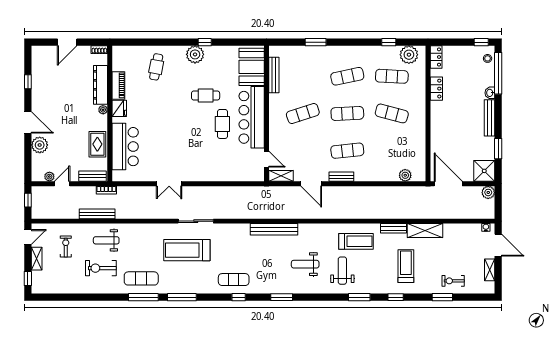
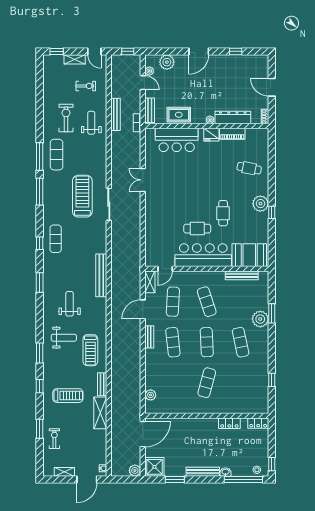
plant: (409, 55) -> (260, 319), moved
exercise mat: (392, 76) -> (173, 302), moved
plant: (40, 145) -> (167, 62), moved

